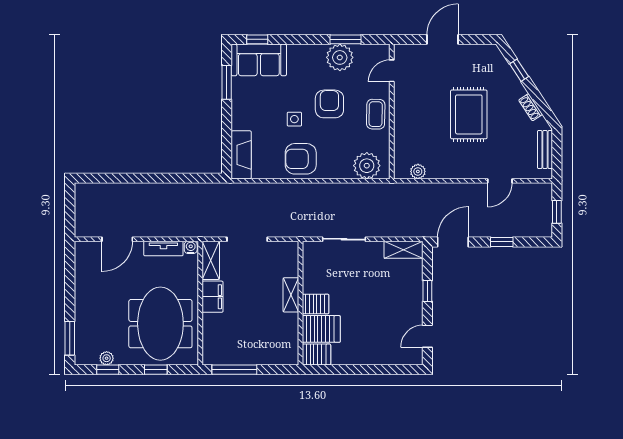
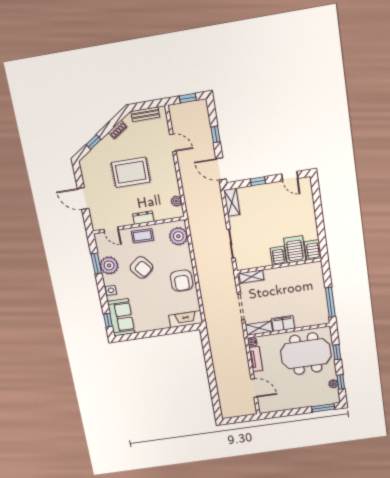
window: (227, 82) -> (140, 335), removed
armchair: (329, 104) -> (141, 267), turned -129
side table: (294, 119) -> (111, 290), moved
dresser: (402, 120) -> (143, 218), added
shelving: (291, 295) -> (251, 276), moved

